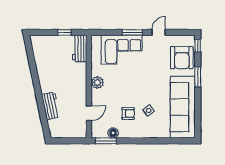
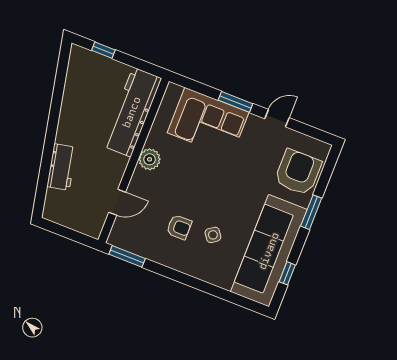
window: (64, 32) -> (103, 50), moved
window: (198, 46) -> (287, 273), moved
workbench: (80, 49) -> (132, 112), width x1.88, depth x1.32
armchair: (182, 58) -> (298, 172), turned 180
floor lamp: (113, 133) -> (143, 248), removed

